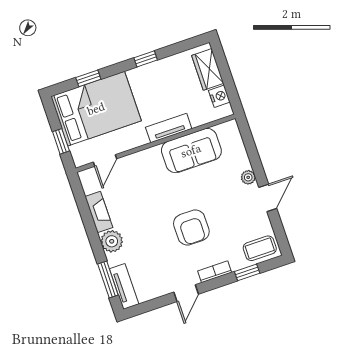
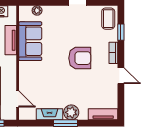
tv unit: (169, 128) -> (11, 40), moved
plant: (248, 177) -> (37, 10), moved
window: (108, 279) -> (66, 123), moved

